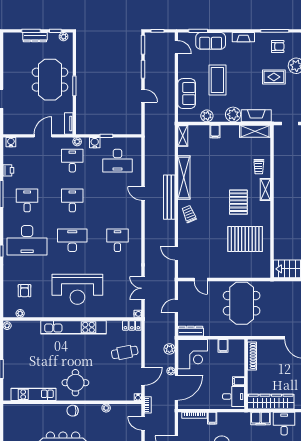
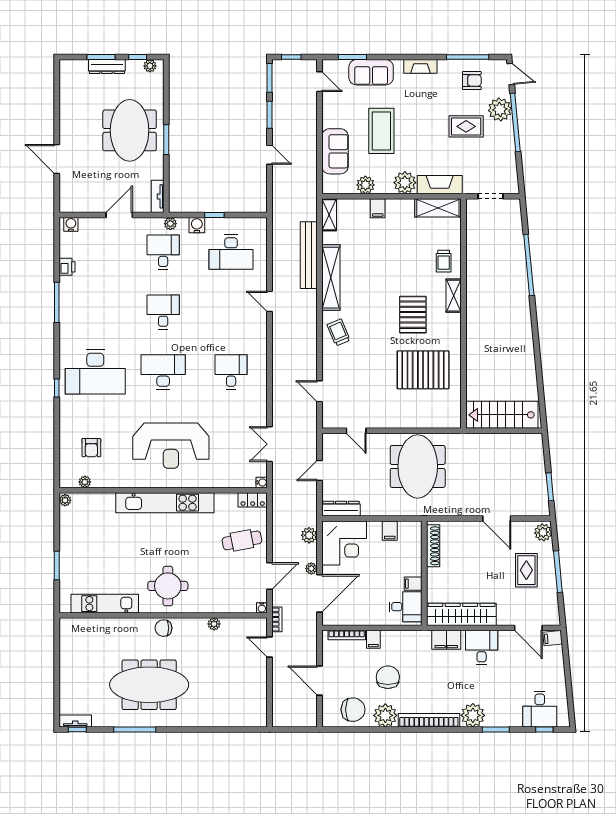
bench: (169, 197) -> (309, 255), moved
desk: (27, 200) -> (95, 312), removed

